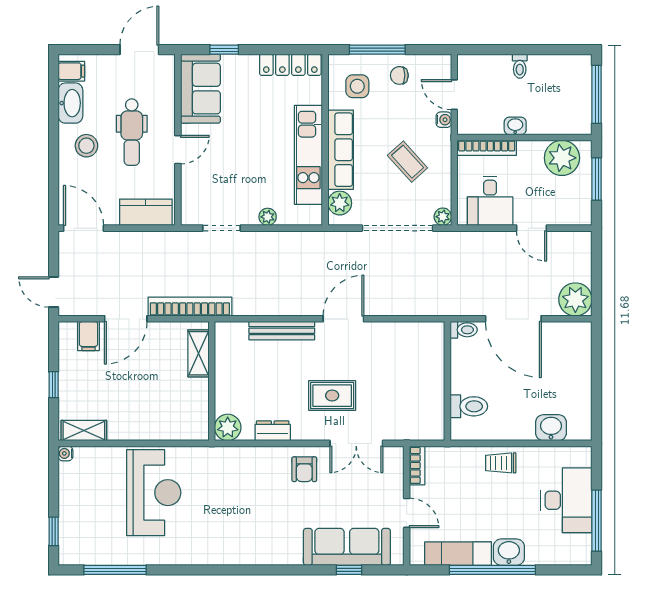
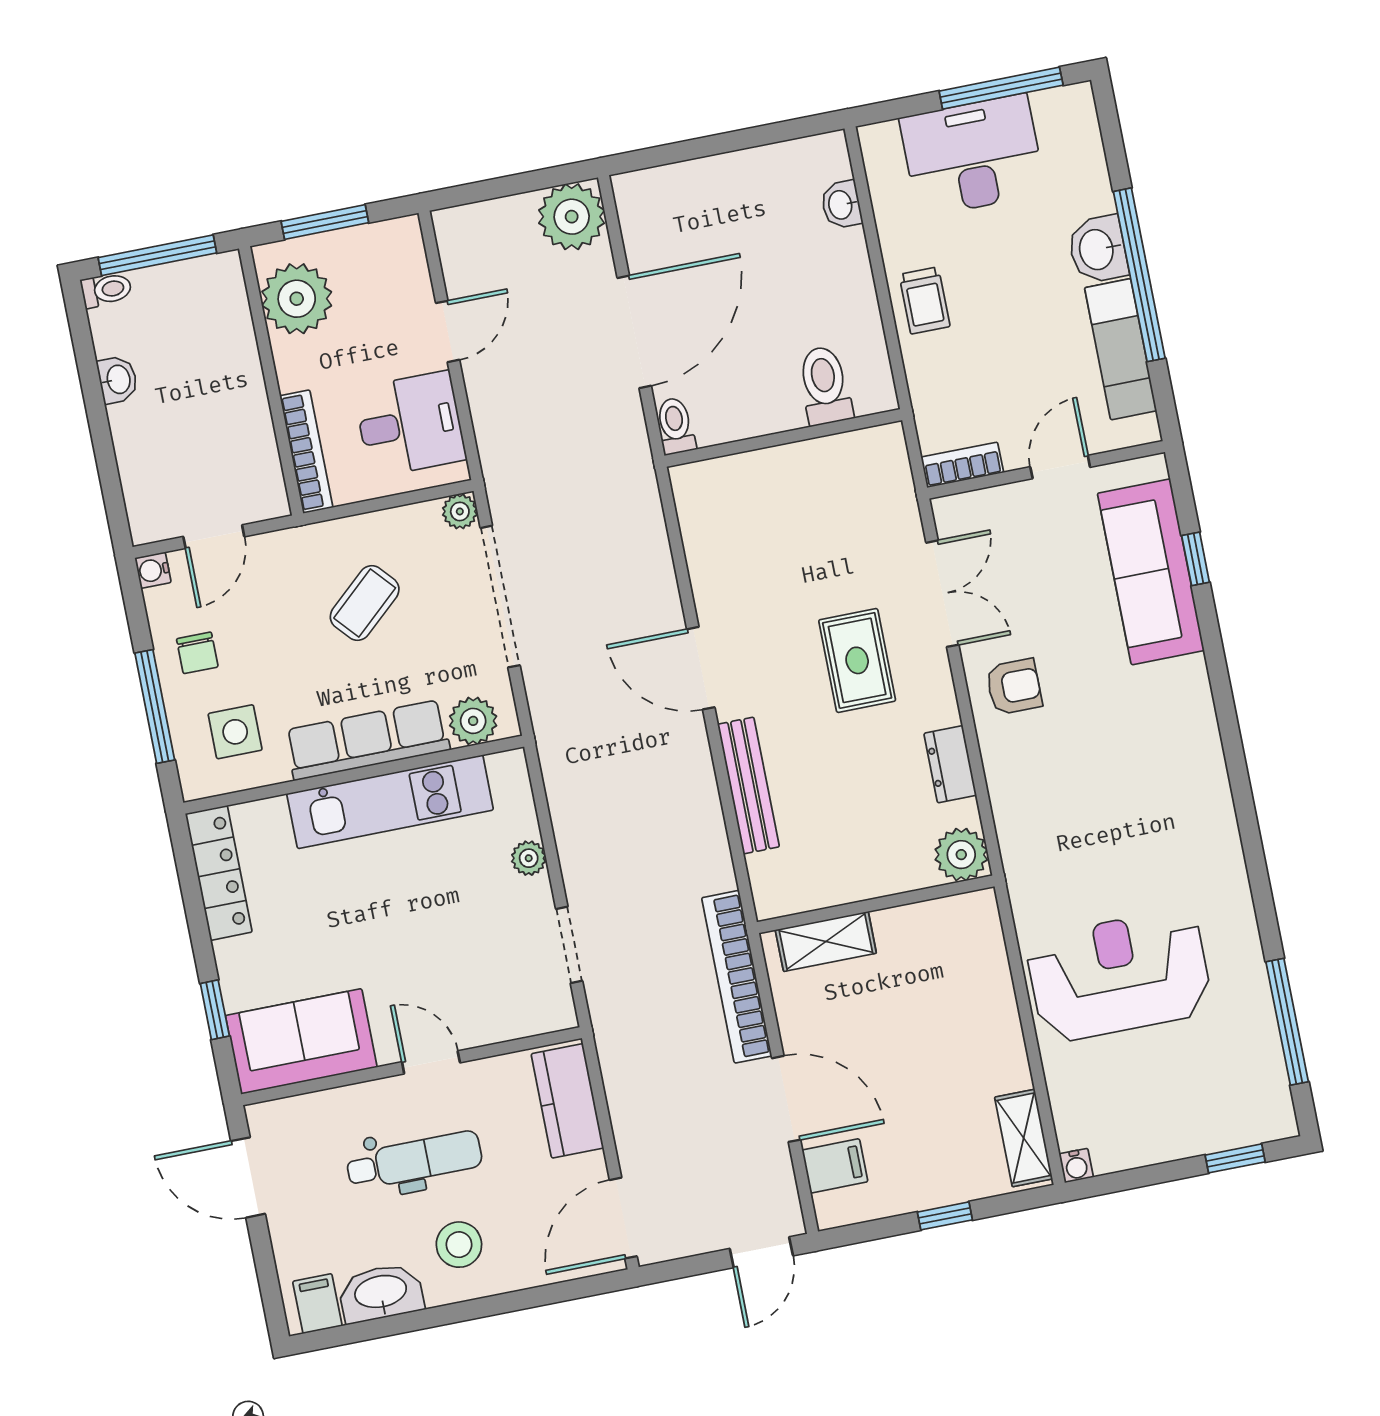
toilet: (520, 66) -> (106, 290), moved
water cooler: (444, 120) -> (153, 570), moved, turned -90
washbasin: (515, 126) -> (118, 380), moved, turned 180
washbasin: (551, 428) -> (841, 205), width x0.72, depth x0.69

